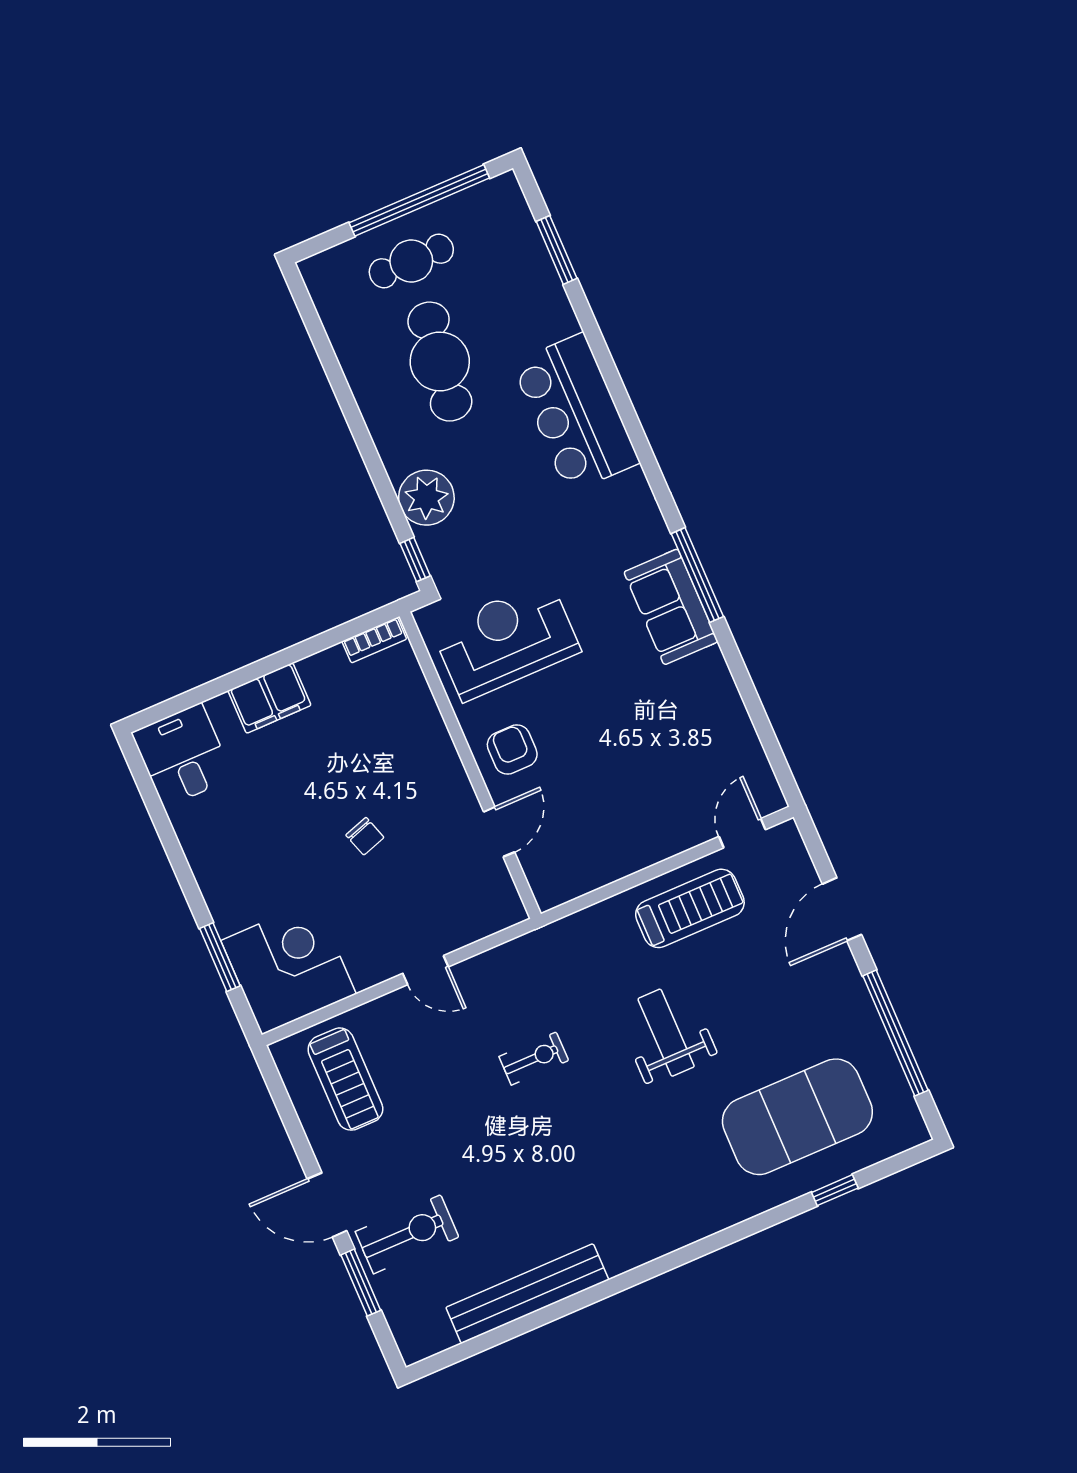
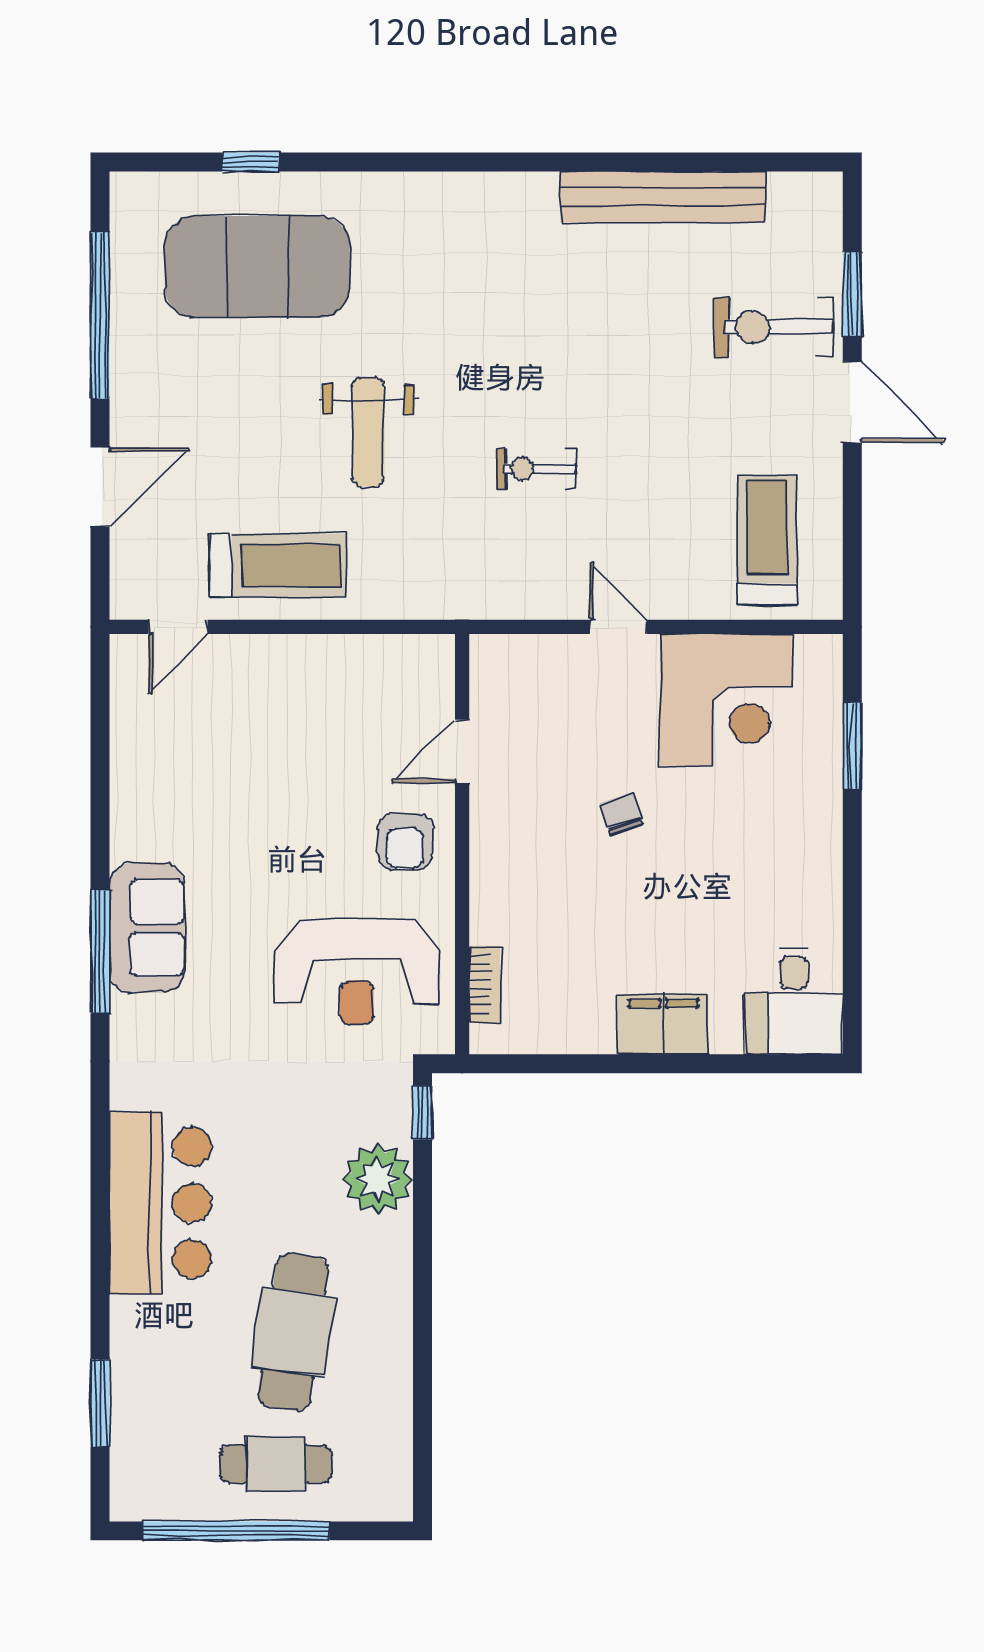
bookcase: (374, 640) -> (485, 984), moved, turned 90
treadmill: (690, 908) -> (278, 565), turned 180
corner desk: (289, 967) -> (726, 700), moved, turned -90

